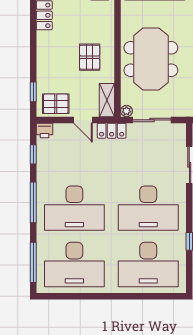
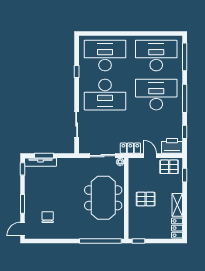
pallet: (90, 57) -> (146, 199), turned 90
shelving: (107, 100) -> (177, 205), moved
printer: (45, 130) -> (172, 146), width x1.87, depth x1.48
desk: (148, 208) -> (105, 95), turned 180

